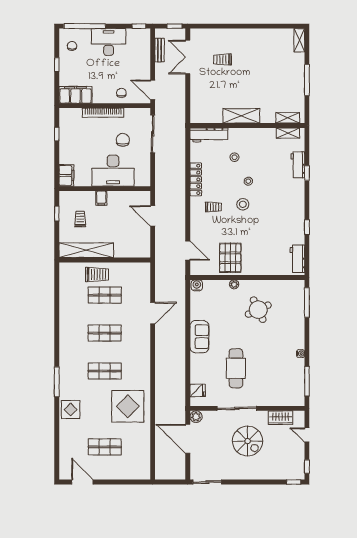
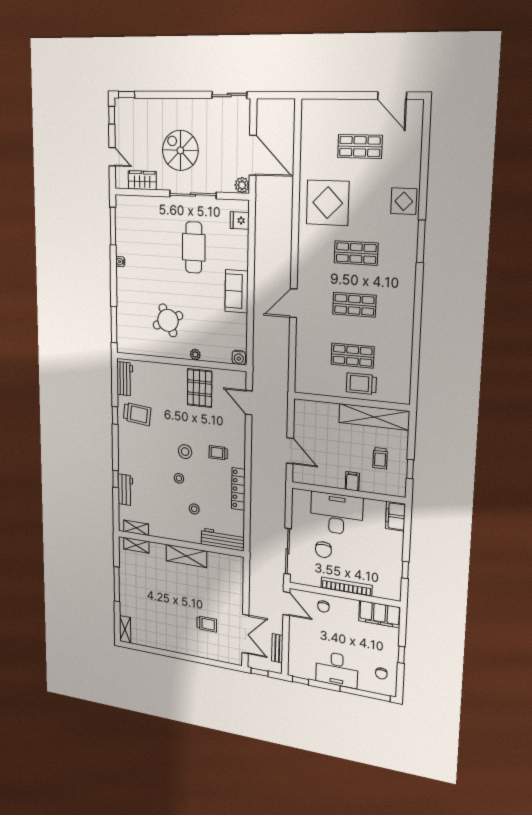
trolley: (286, 231) -> (137, 414), added
door: (153, 313) -> (293, 303), moved

